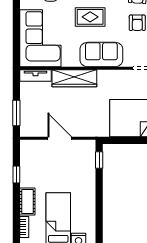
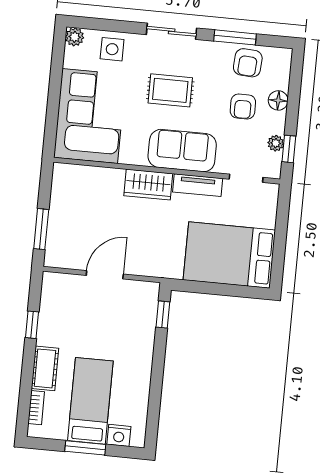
tv unit: (35, 76) -> (198, 185), moved
wardrobe: (74, 78) -> (148, 185), width x0.67
door: (60, 138) -> (105, 275), hinge flipped

